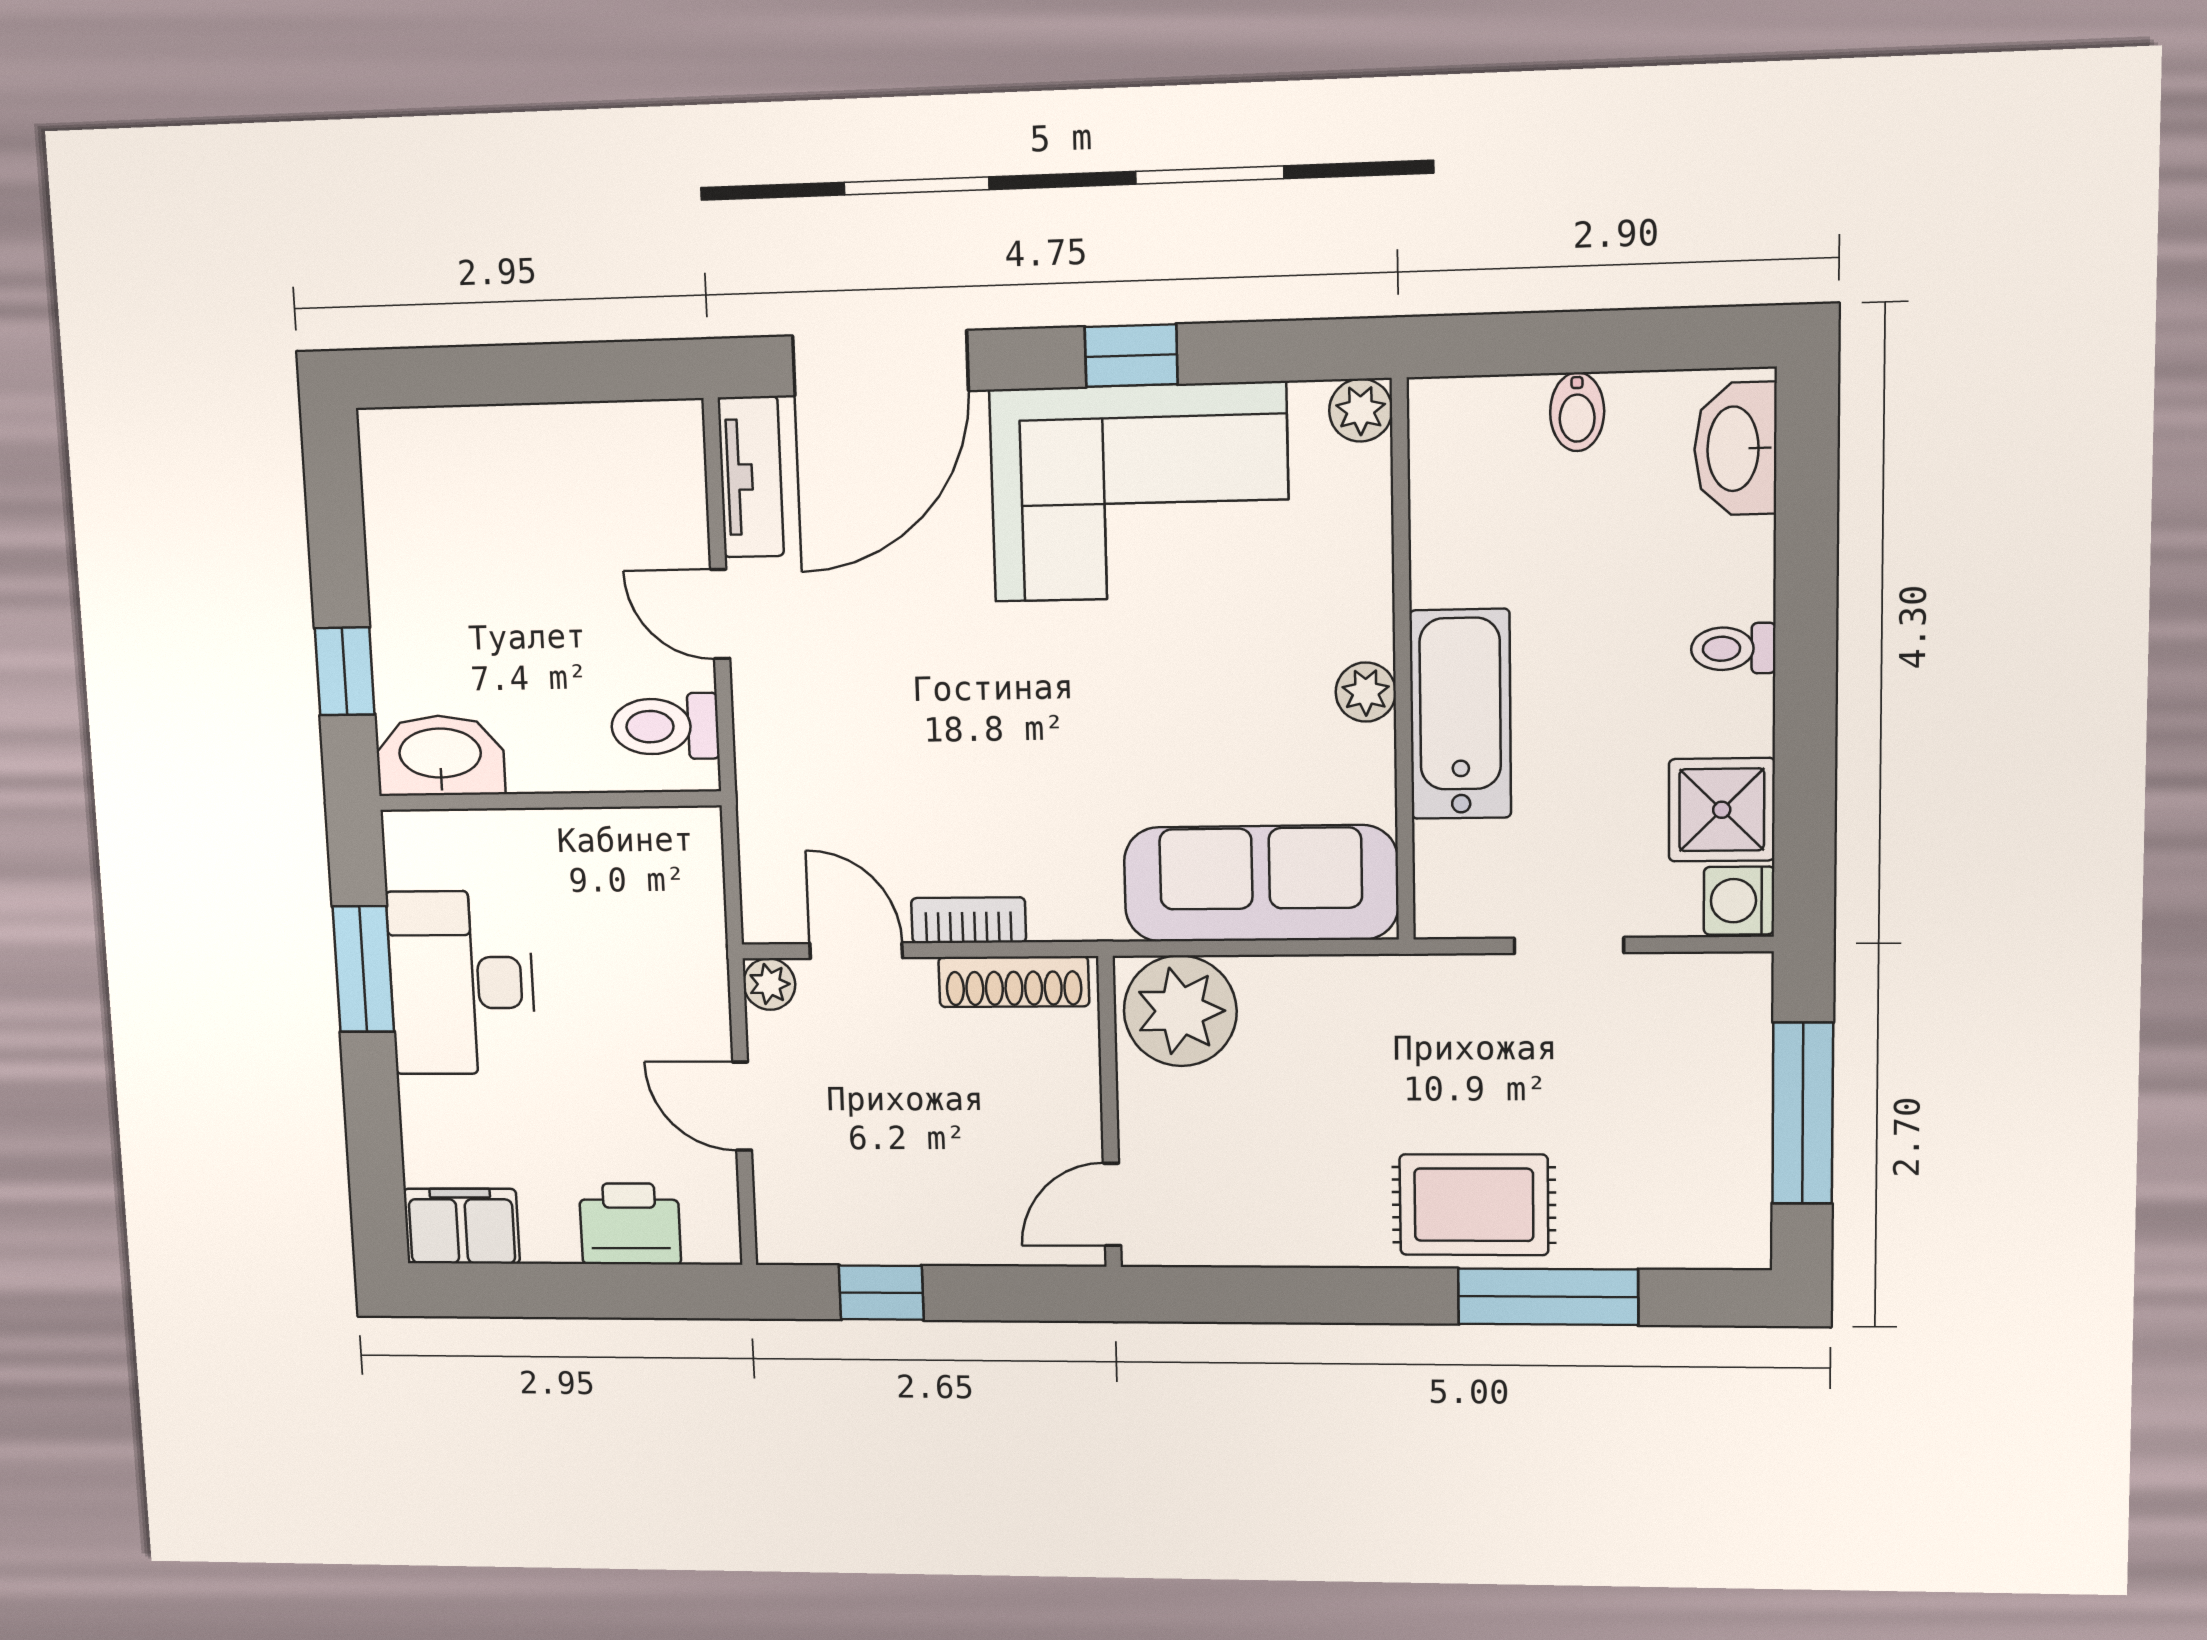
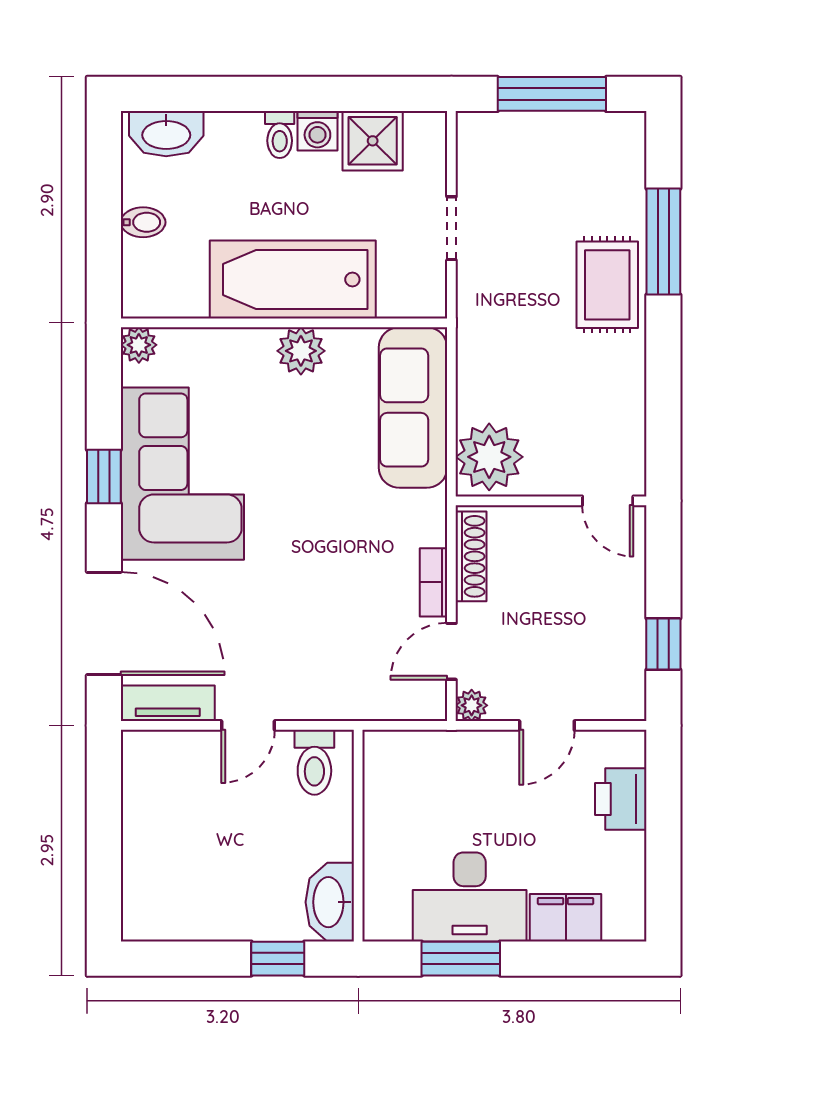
plant: (1366, 692) -> (301, 351), width x1.38, depth x1.38
bathtub: (1460, 714) -> (293, 279), width x1.36, depth x1.36
washing machine: (1739, 901) -> (317, 131), moved
filing cabinet: (462, 1226) -> (566, 918), moved, turned 90

